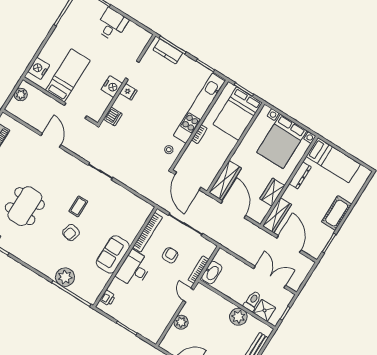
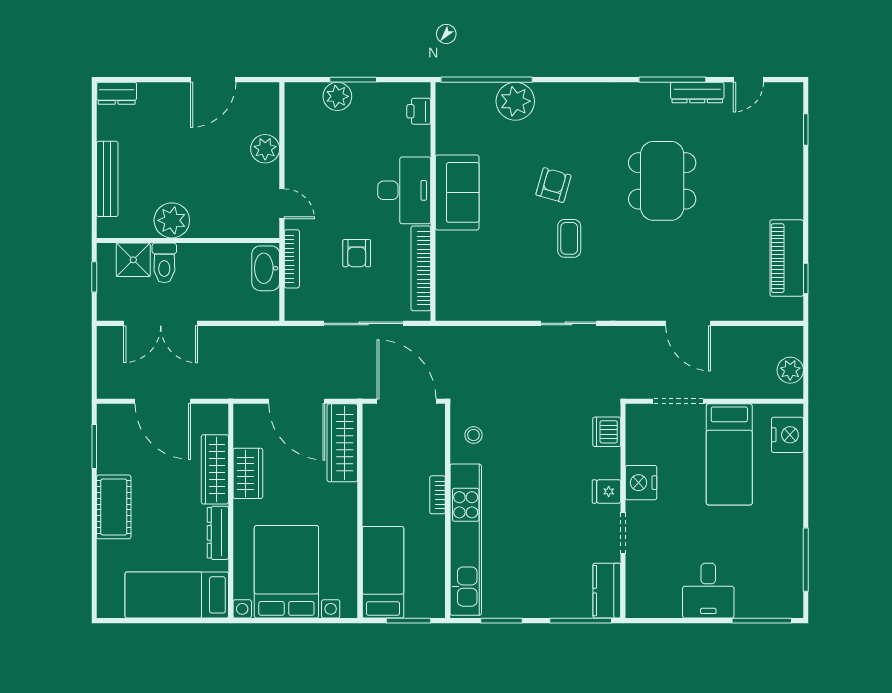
kitchen counter: (168, 51) -> (607, 591), moved, turned -90
bed: (238, 114) -> (383, 572), width x0.67
wardrobe: (277, 215) -> (215, 469), moved
plant: (138, 325) -> (337, 96), added

